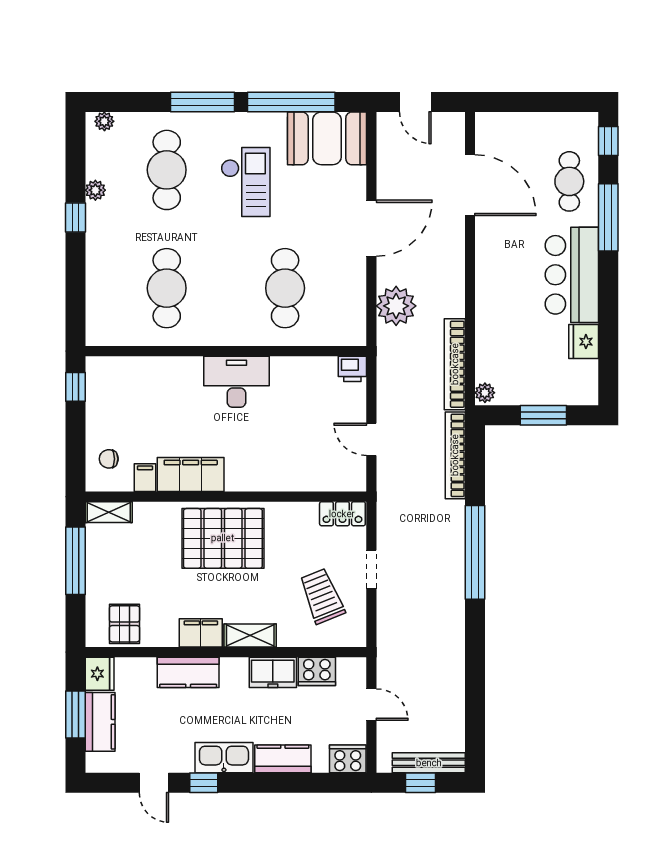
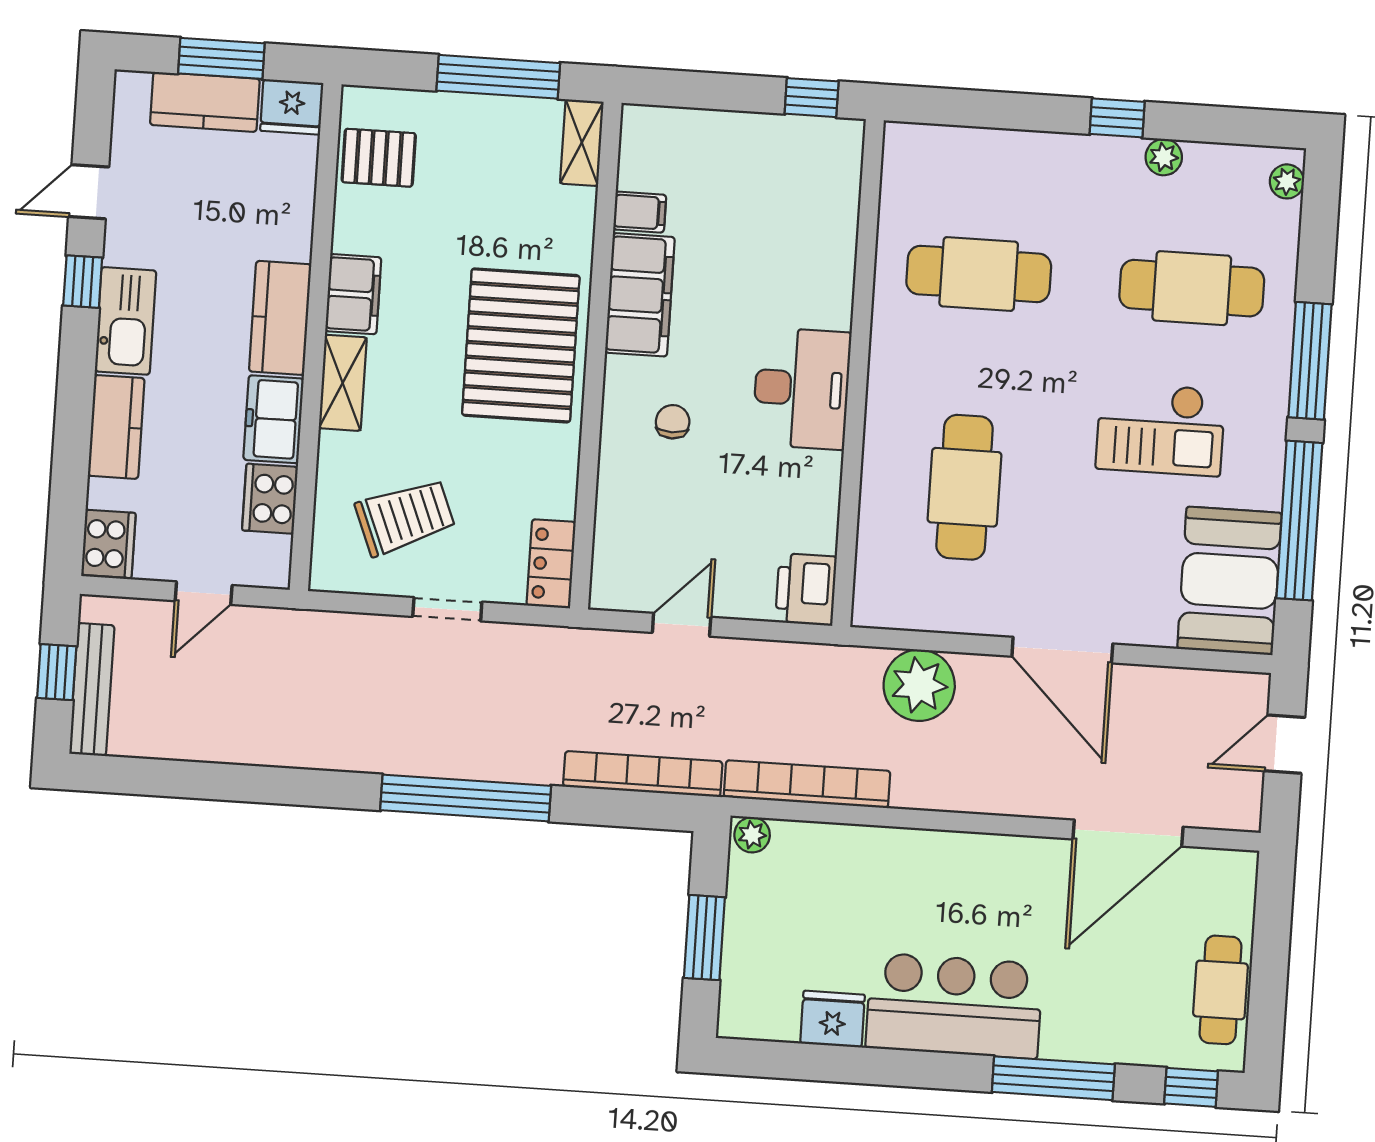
cafe table: (569, 181) -> (1221, 990), moved, turned 90
cafe table: (285, 288) -> (965, 487), turned 90
printer: (352, 369) -> (806, 589), width x1.36, depth x1.24
chair: (109, 459) -> (673, 422), moved
kitchen counter: (188, 672) -> (280, 318), moved

